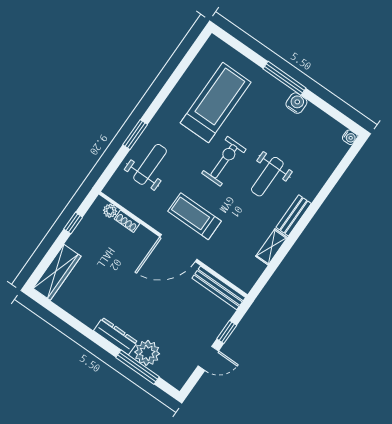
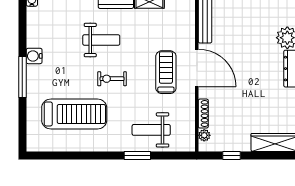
treadmill: (216, 103) -> (74, 114), turned 180
exercise bike: (224, 161) -> (112, 79), width x0.73, depth x0.72
treadmill: (195, 216) -> (166, 72), turned 180
shoe rack: (127, 221) -> (203, 114), width x1.43

